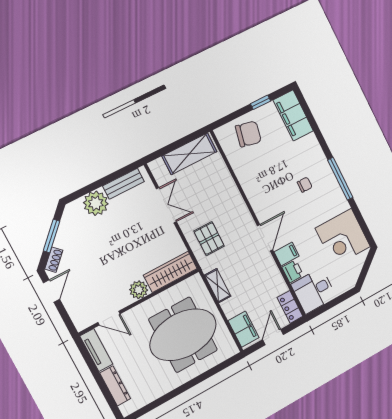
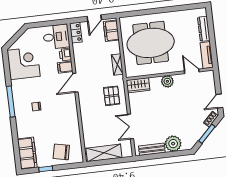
wardrobe: (170, 272) -> (138, 85), width x0.67

